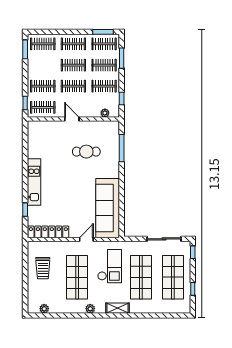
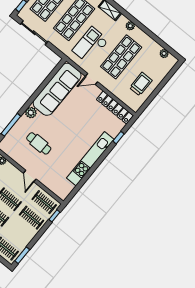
plant: (113, 171) -> (31, 113), added
kitchen unit: (34, 182) -> (90, 159), width x1.36

